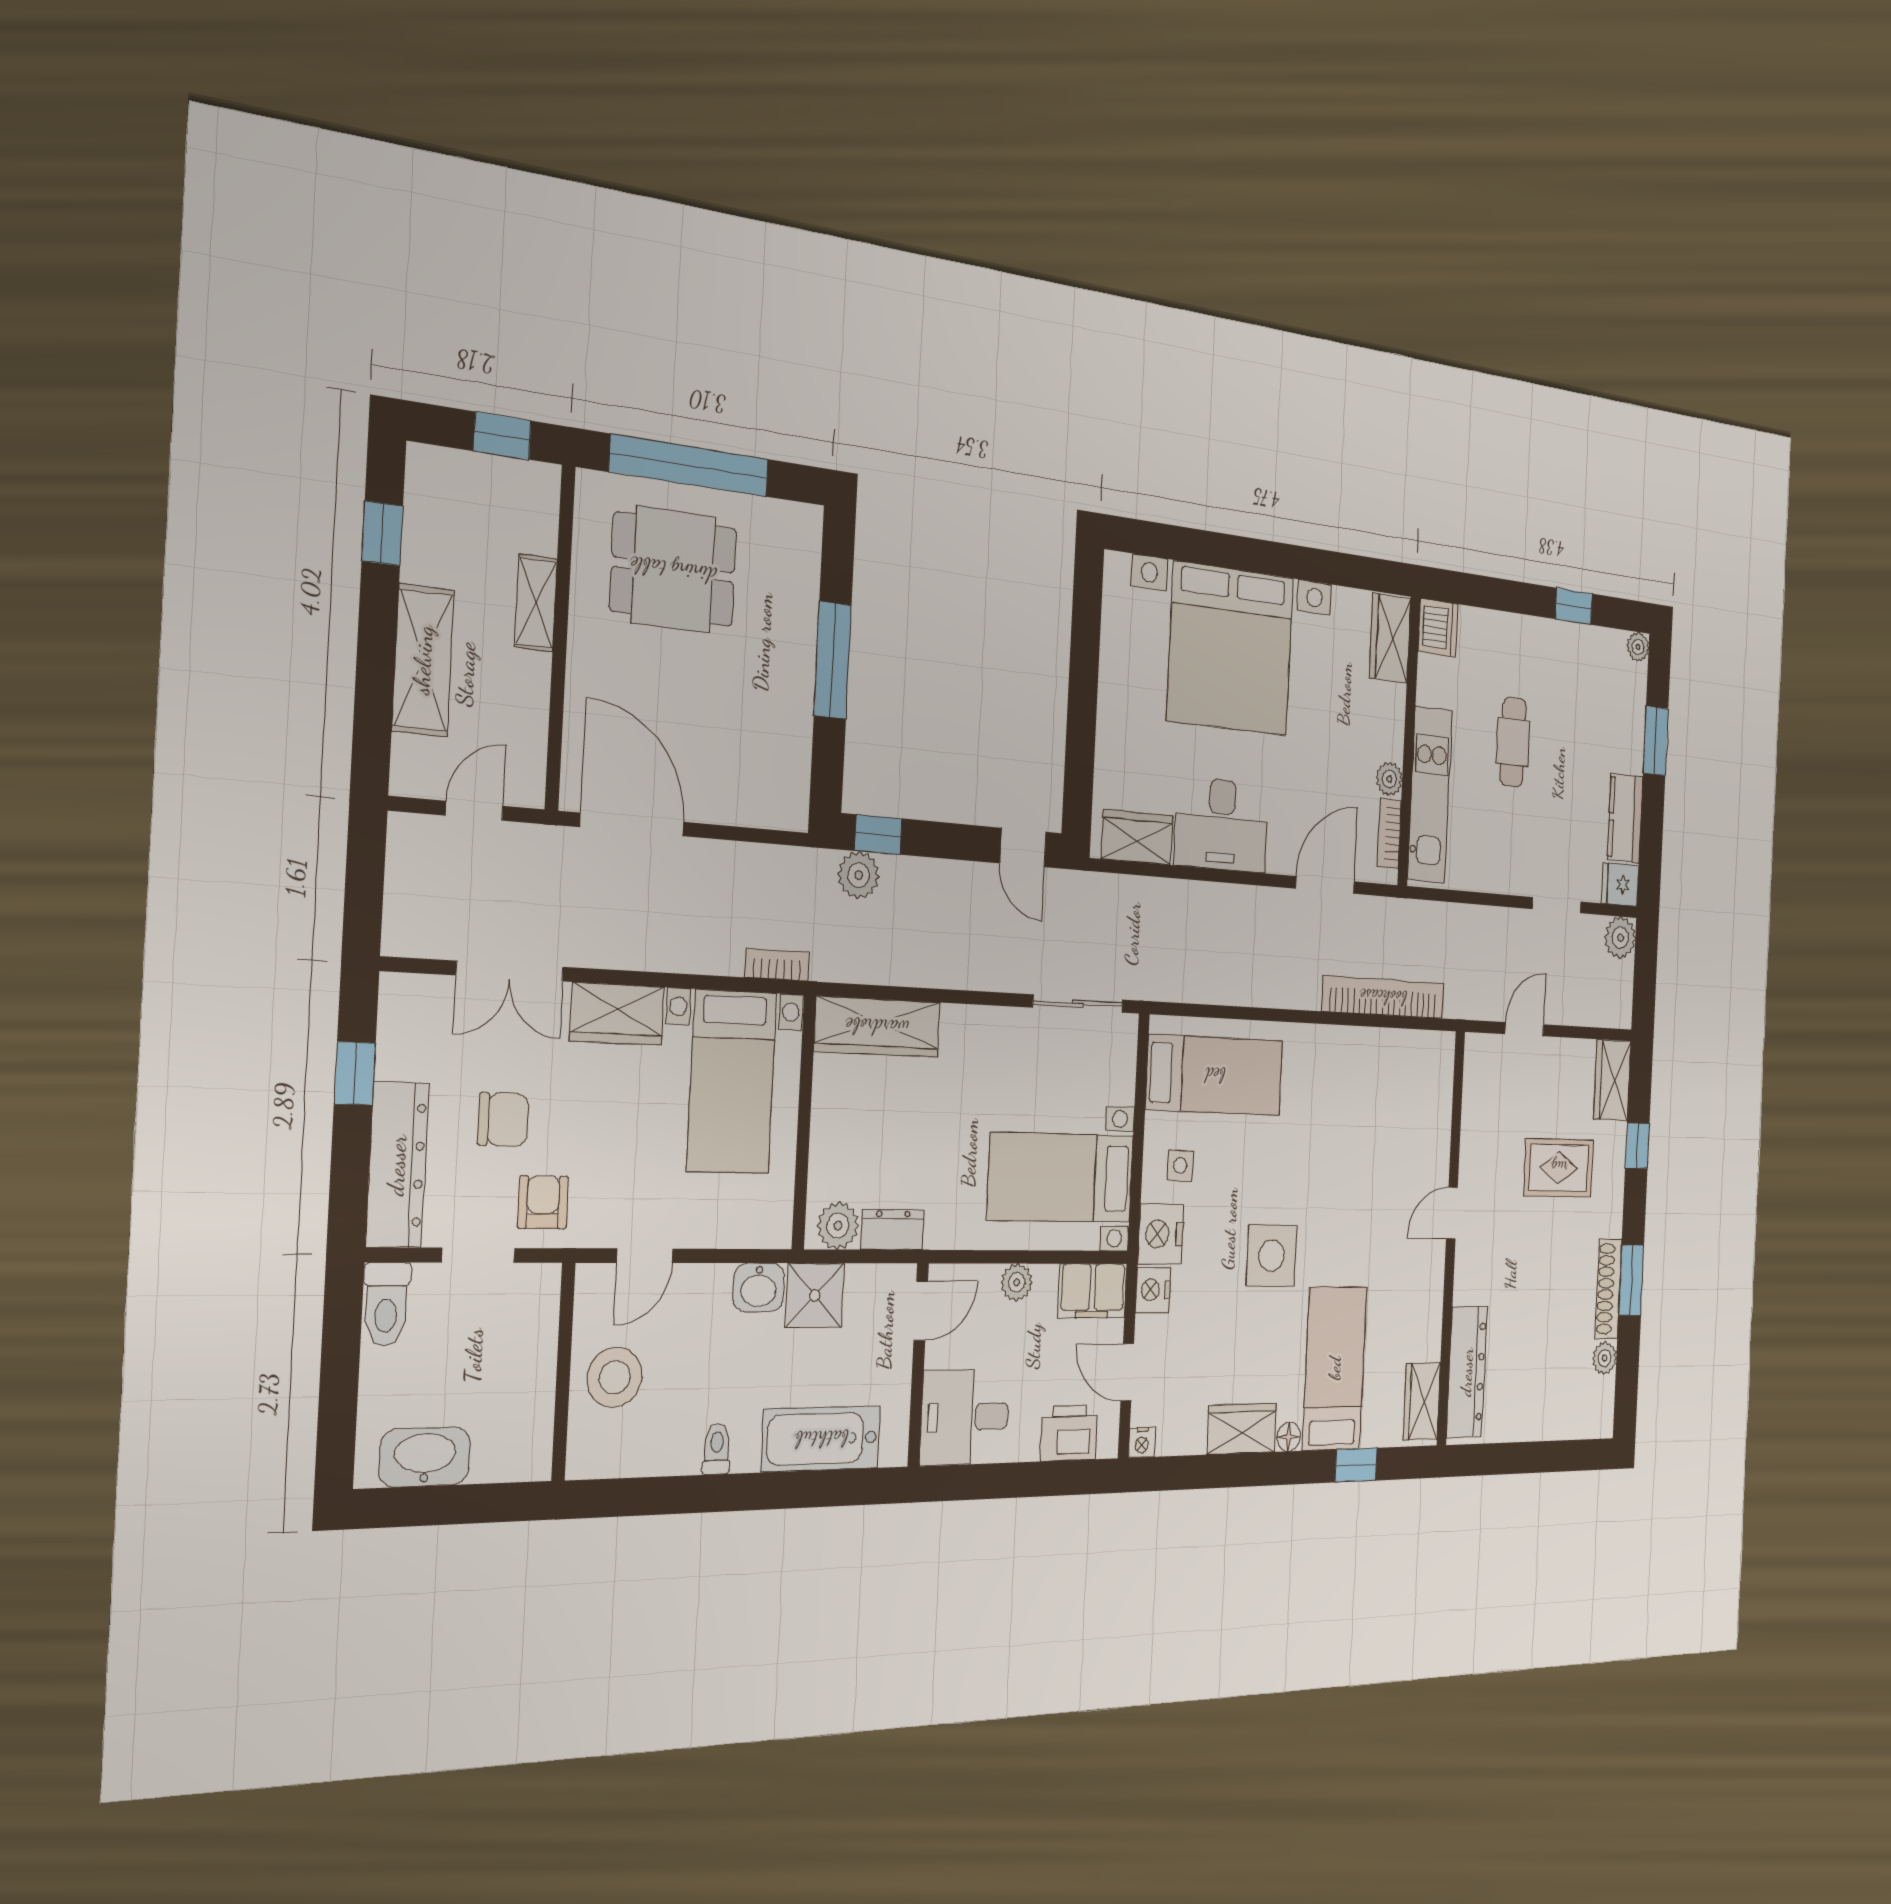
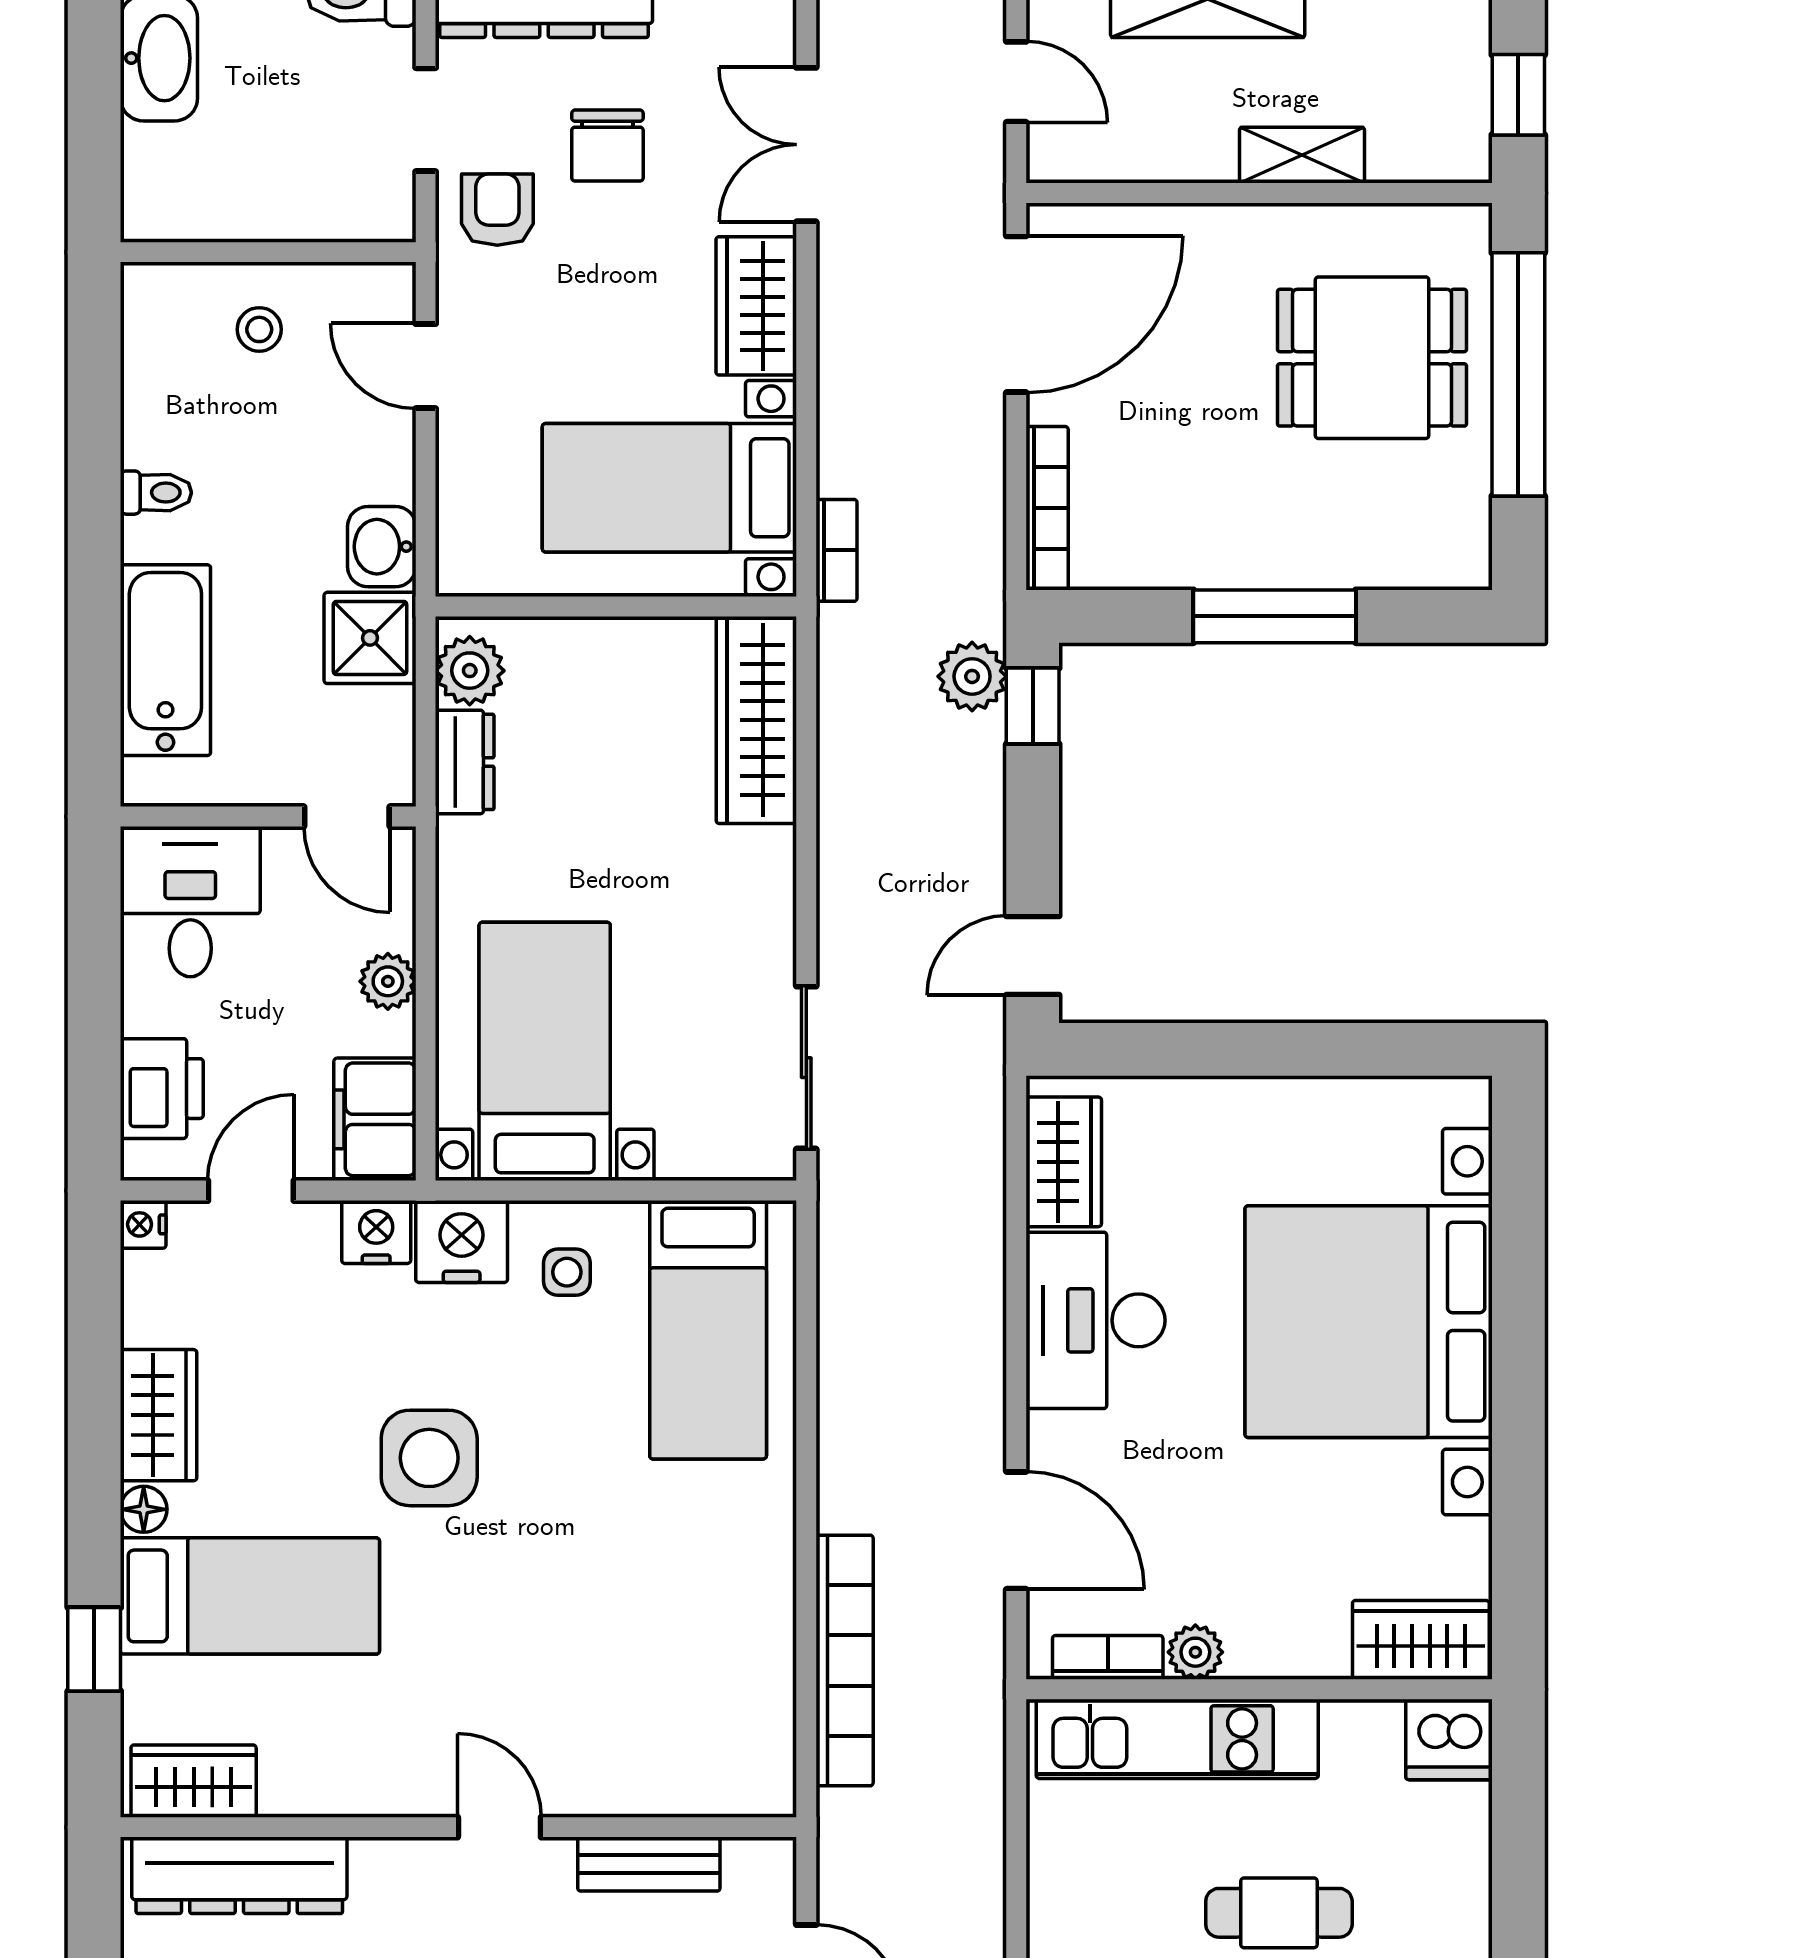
dining table: (673, 570) -> (1372, 358), turned 90
bookcase: (758, 813) -> (1047, 508), added
bench: (1473, 1122) -> (649, 1864), added
armchair: (543, 1202) -> (497, 210), turned -90
stool: (615, 1377) -> (259, 329), width x0.53, depth x0.53

